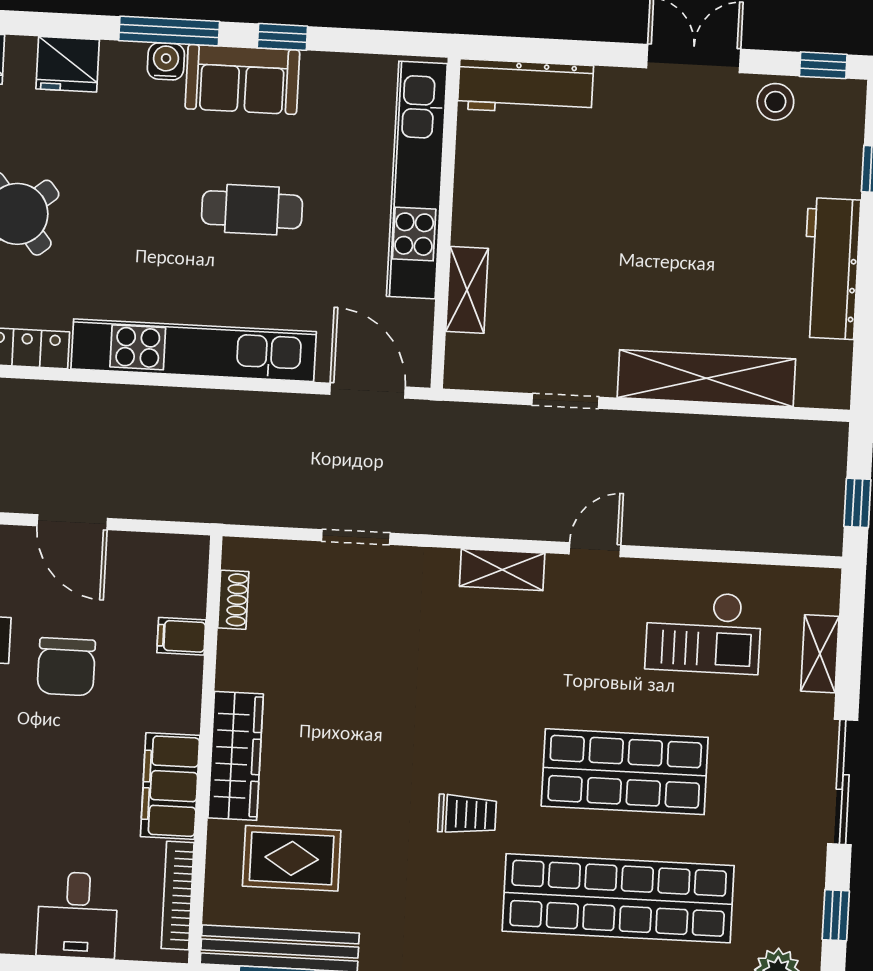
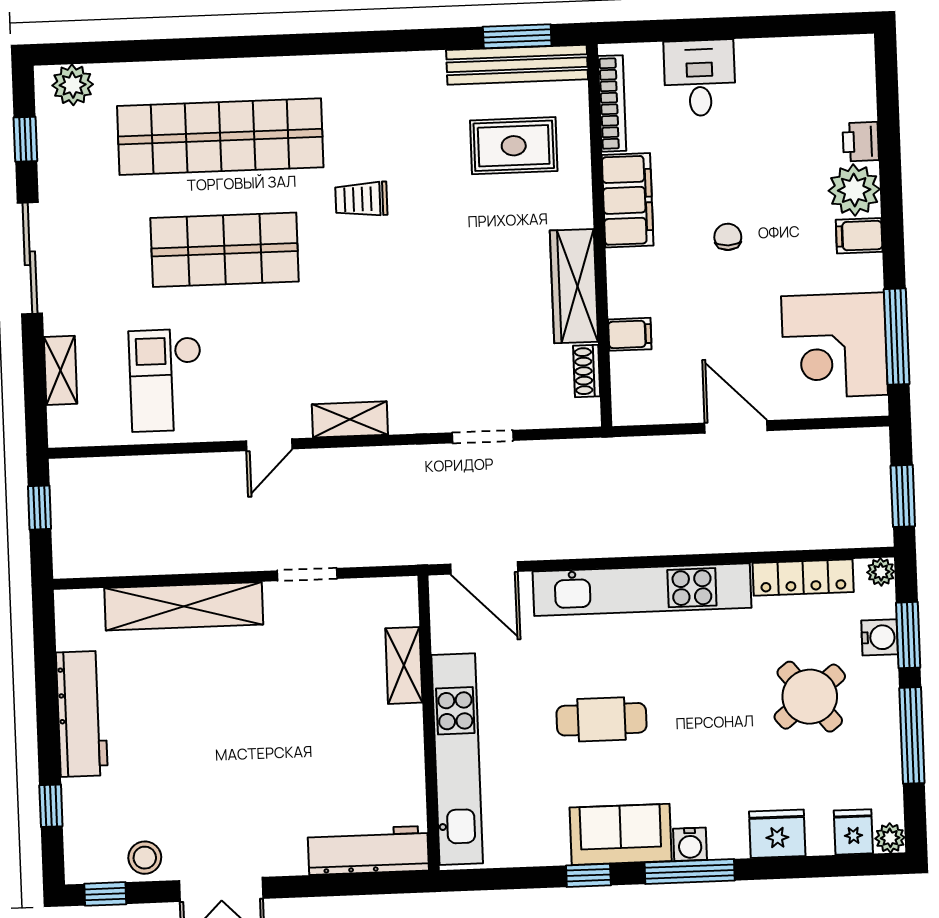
checkout: (703, 632) -> (166, 380), turned -90
chair: (66, 667) -> (728, 237), moved, width x0.54, depth x0.54
wardrobe: (236, 756) -> (574, 286), moved

